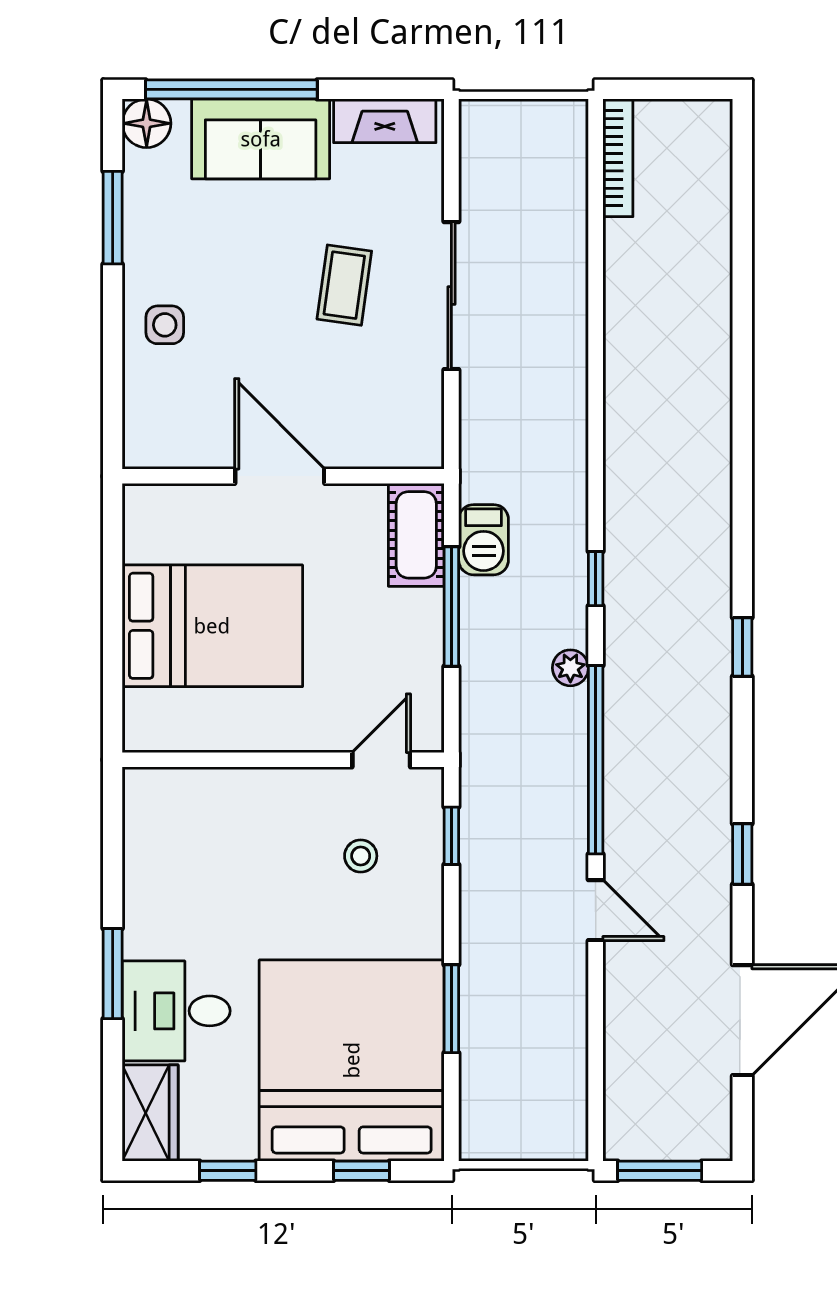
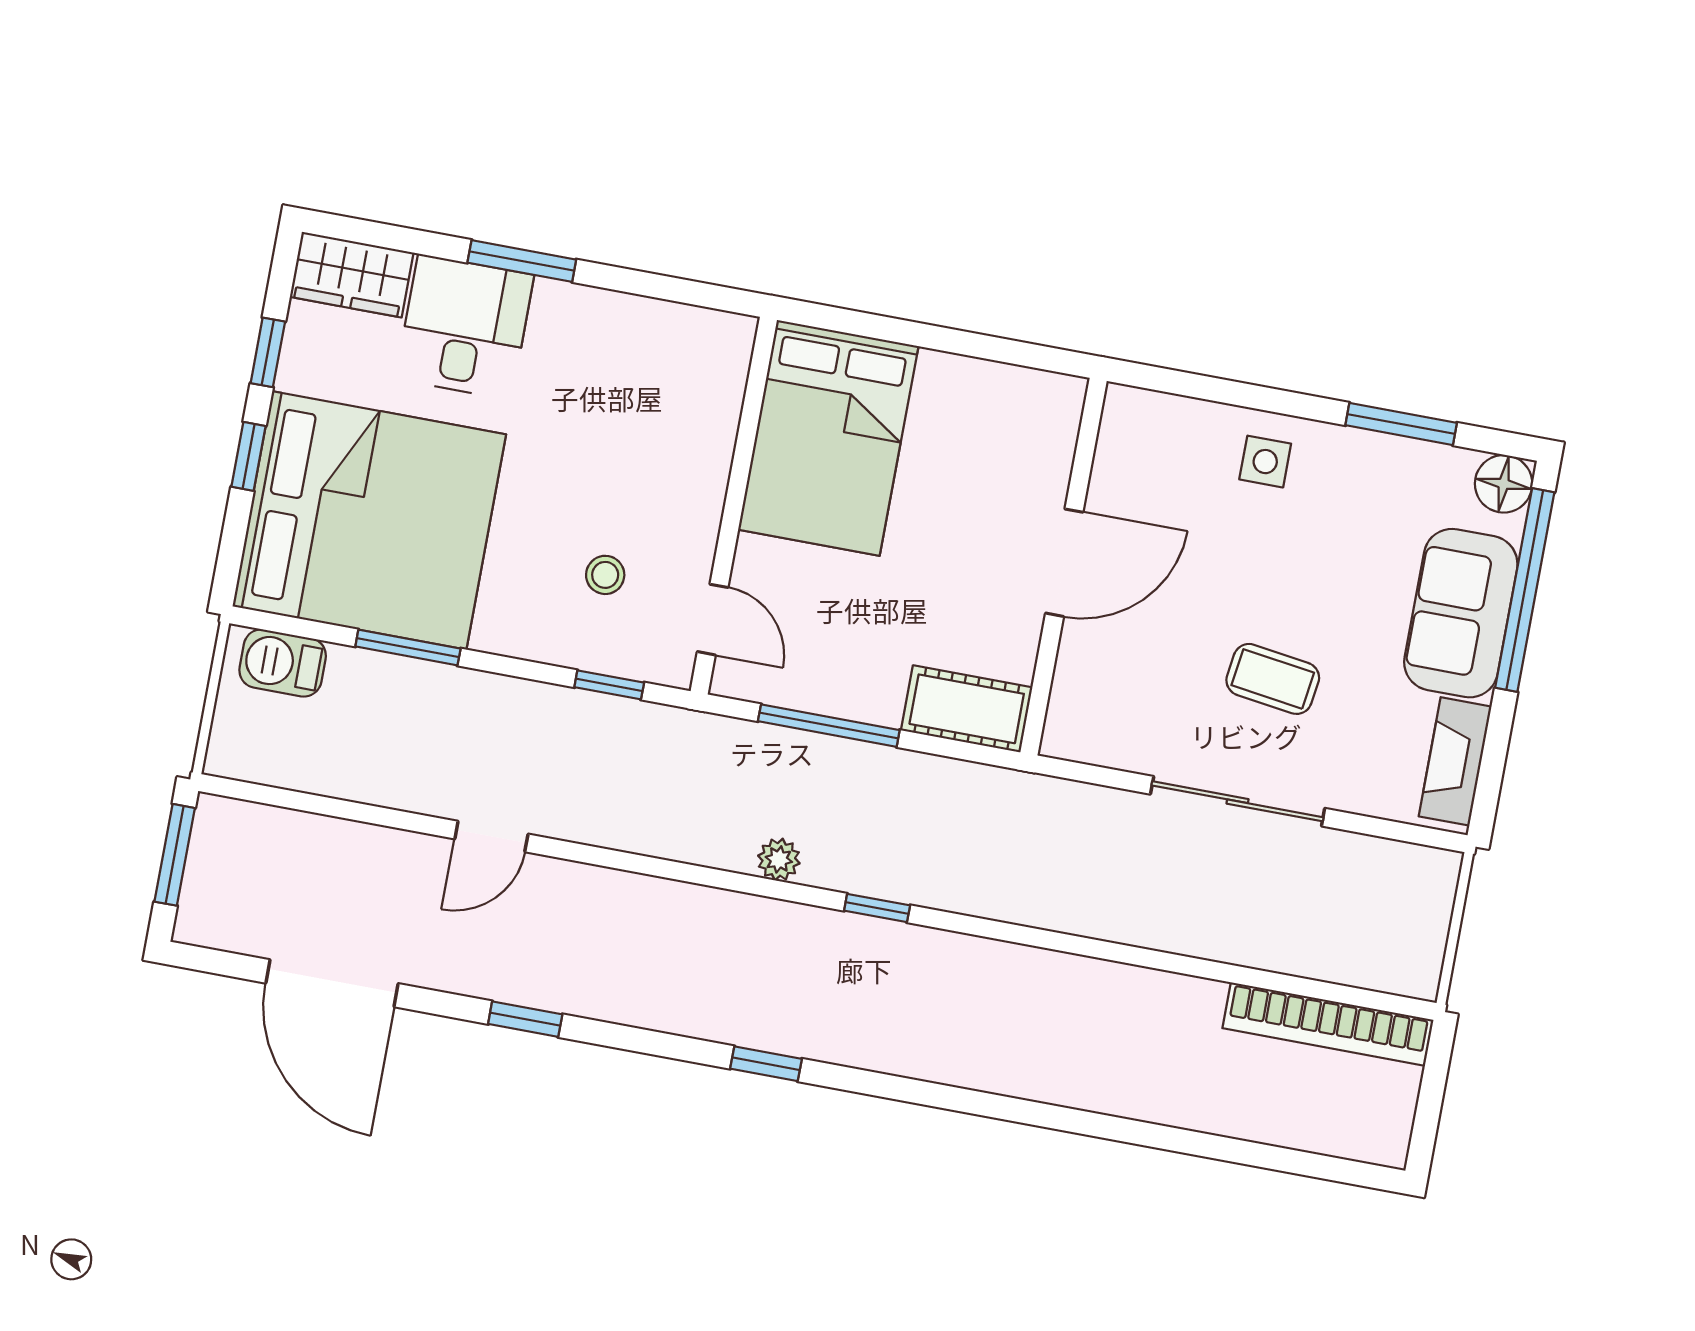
bookcase: (618, 158) -> (1328, 1024), width x1.48, depth x1.31
barbecue: (484, 540) -> (283, 663), moved
window: (451, 606) -> (829, 726), moved
bed: (212, 626) -> (828, 438), moved
window: (596, 760) -> (667, 869), removed
window: (361, 1171) -> (249, 456), moved

